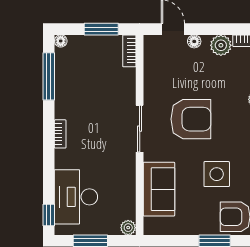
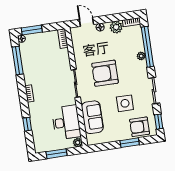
window: (101, 29) -> (32, 30), moved
armchair: (191, 119) -> (105, 73), turned 180
desk: (76, 197) -> (66, 122), moved, turned 180
window: (49, 215) -> (27, 124), moved

